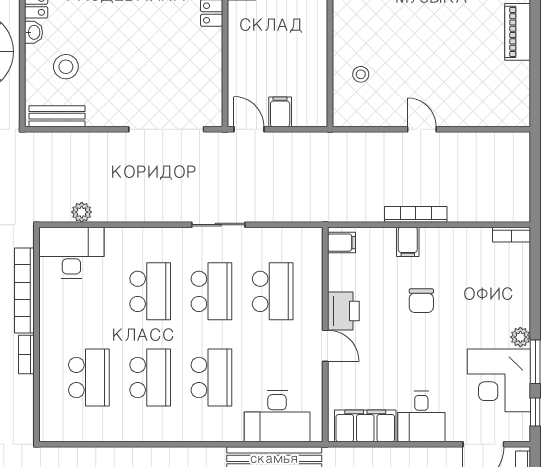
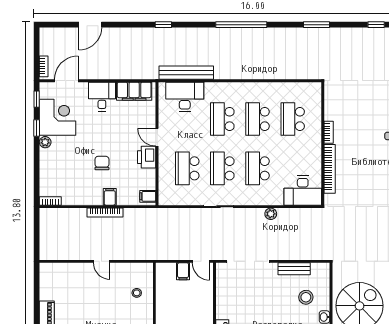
bench: (57, 116) -> (294, 269), moved
plant: (82, 212) -> (271, 214), moved
window: (535, 362) -> (37, 128), width x0.67

